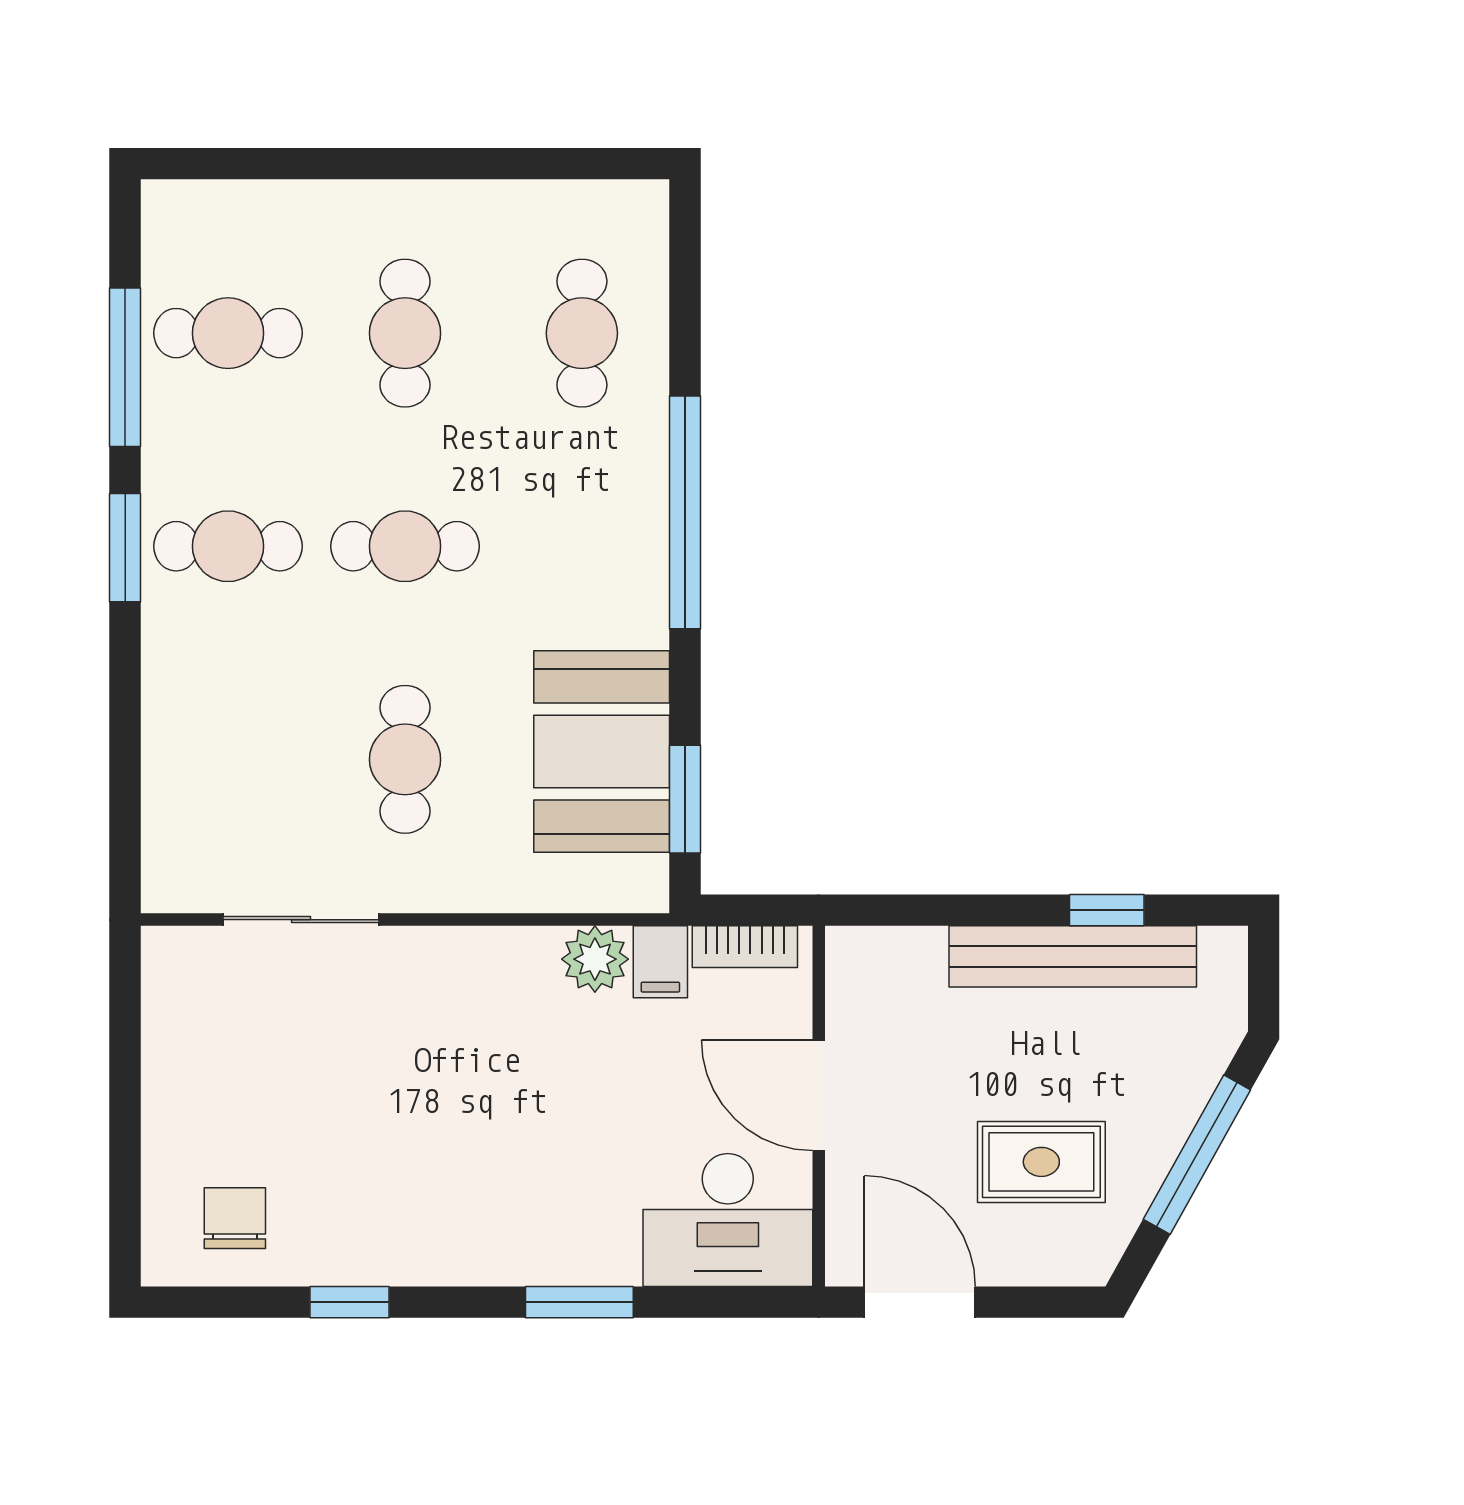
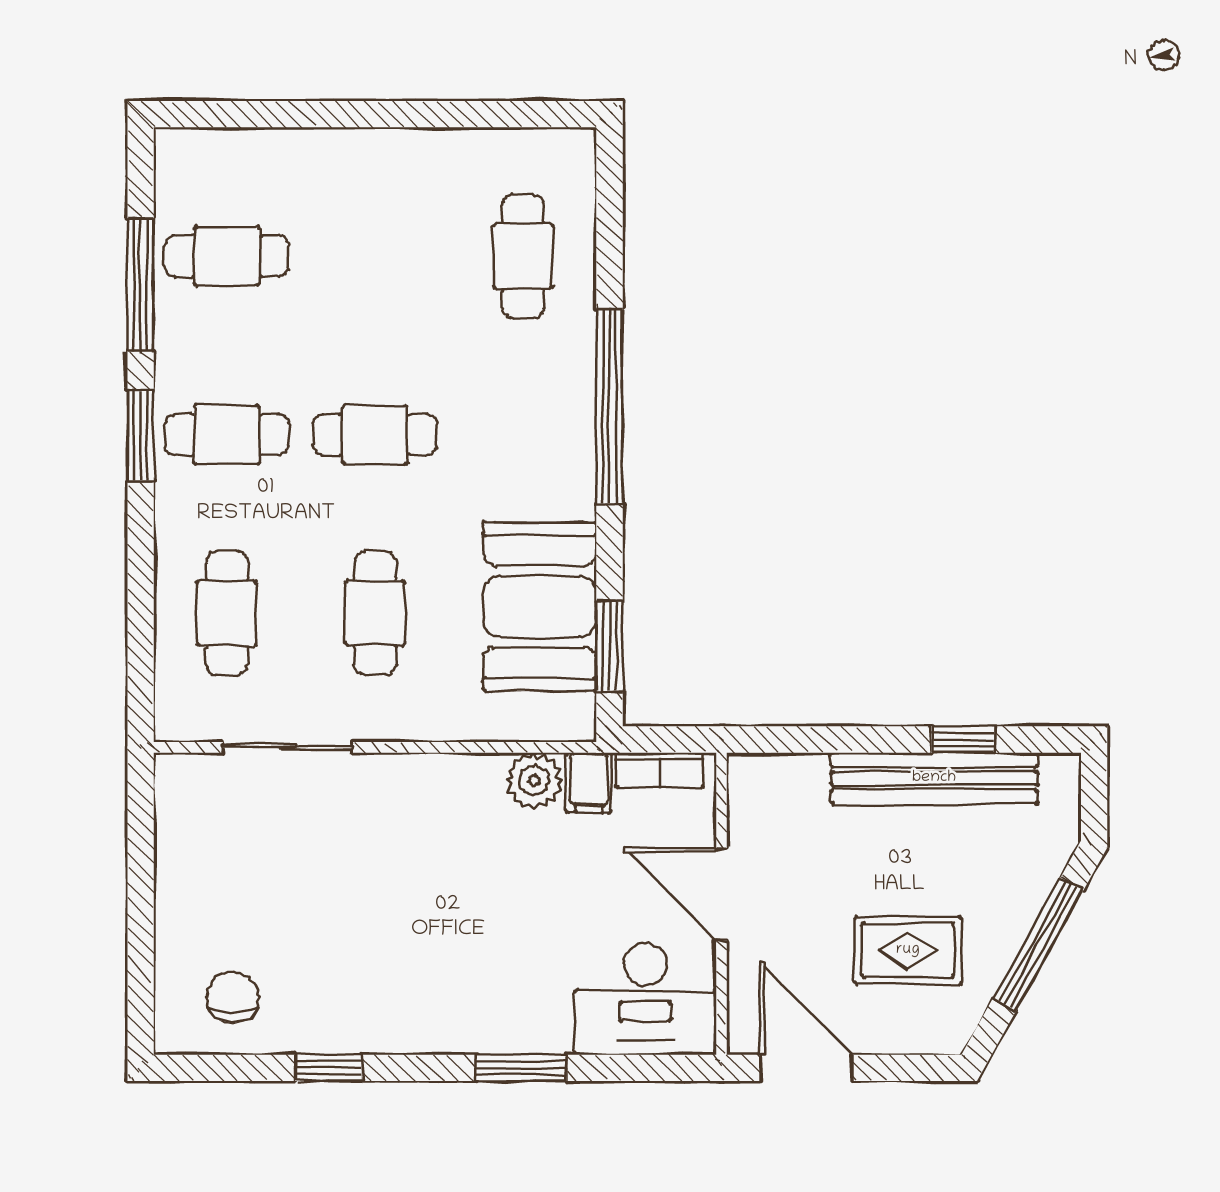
cafe table: (405, 333) -> (227, 613), moved

